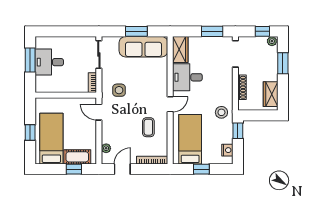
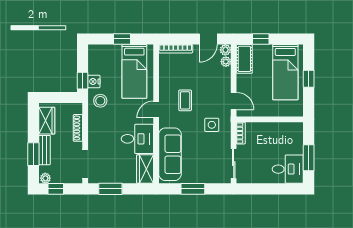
sofa: (143, 47) -> (170, 154), moved, turned 90
desk: (49, 62) -> (288, 169), moved
bench: (273, 67) -> (45, 150), added
coffee table: (148, 127) -> (185, 100), moved
nightstand: (227, 150) -> (94, 81), moved
cot: (77, 157) -> (244, 59), moved, turned 90
plant: (106, 159) -> (225, 50), added

